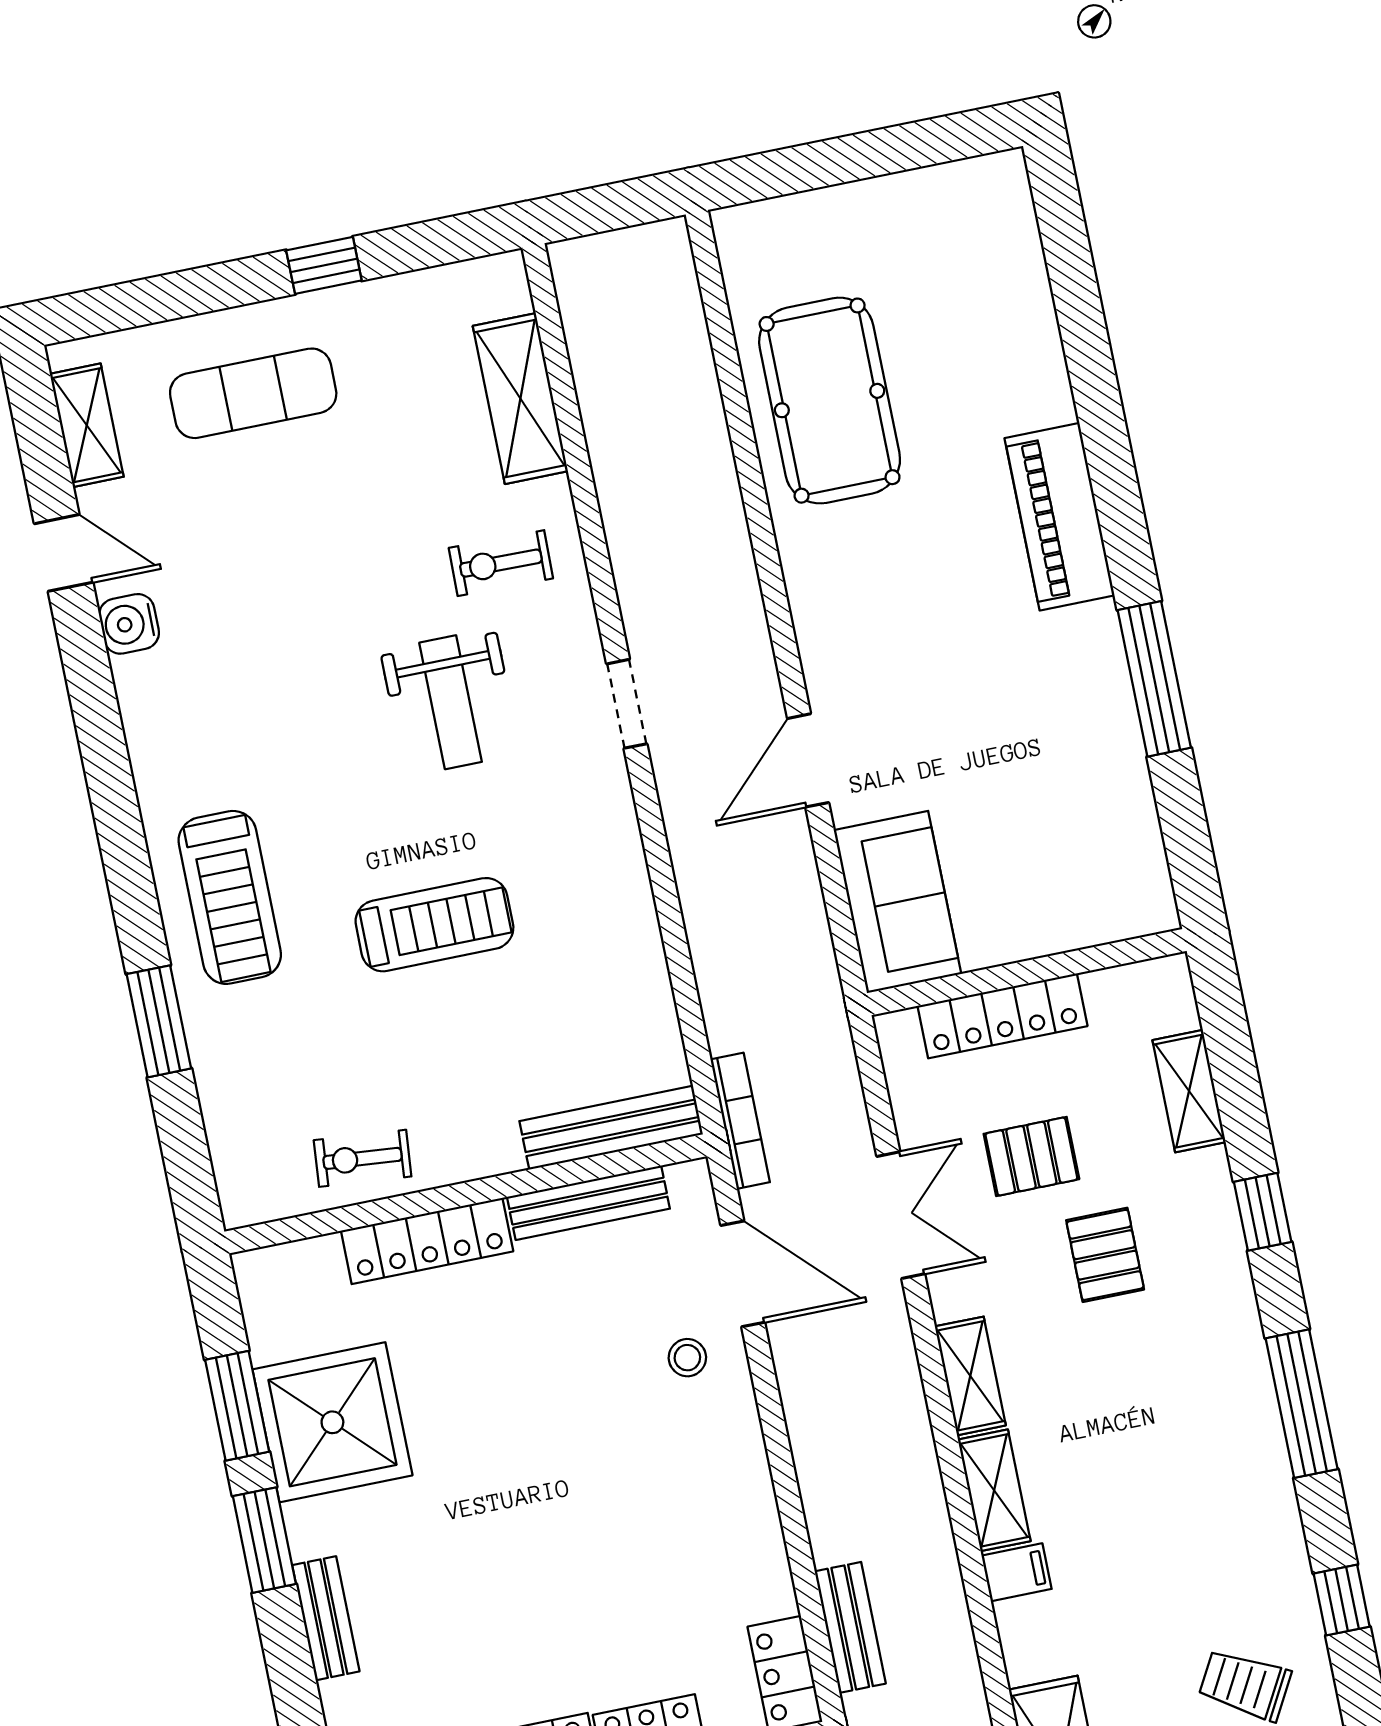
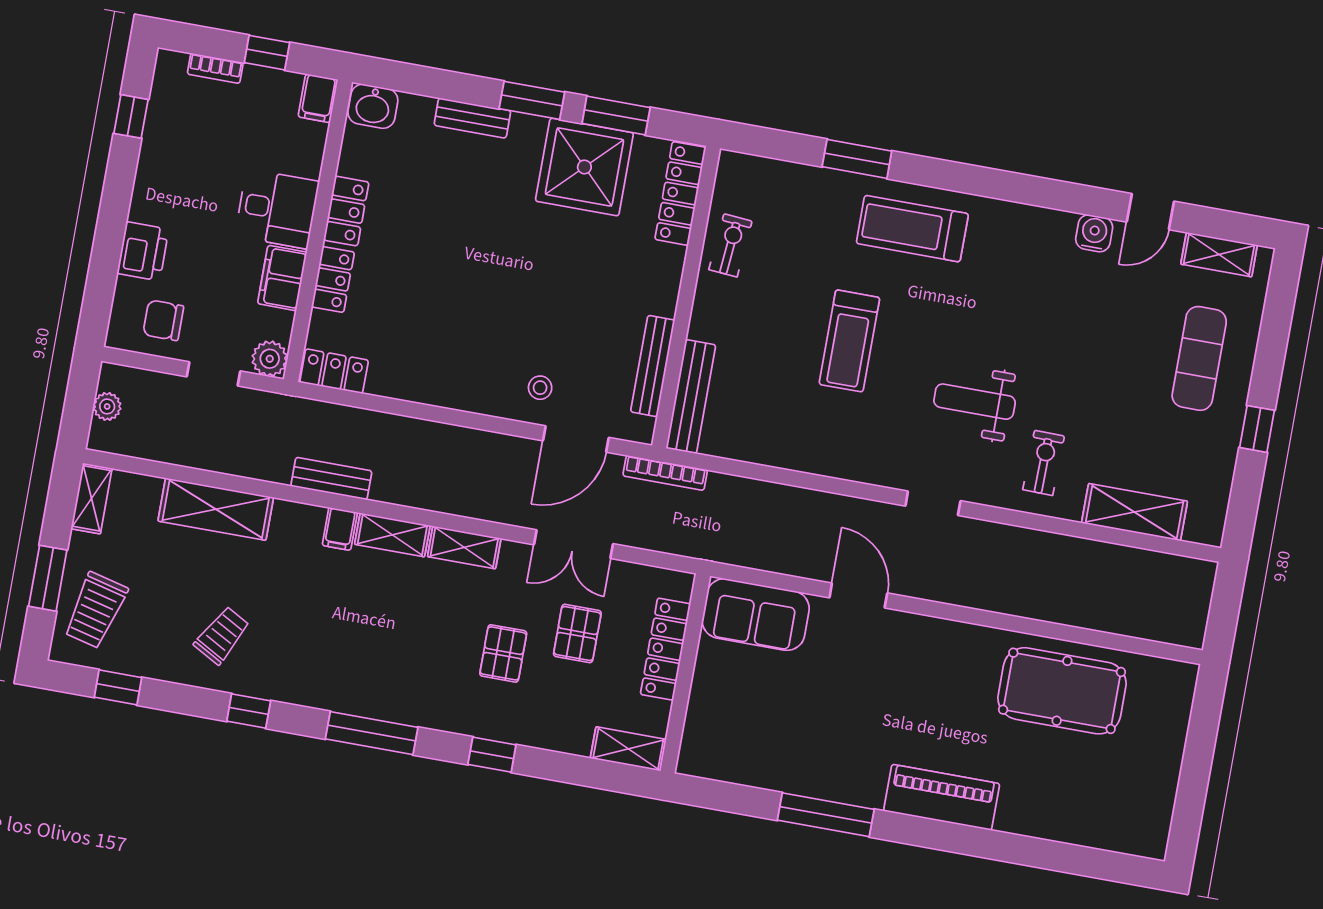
shelving: (1189, 1091) -> (628, 749), moved
locker: (427, 1241) -> (680, 193), moved
pallet: (1105, 1255) -> (503, 653), turned 90
bench: (850, 1627) -> (331, 479), moved

